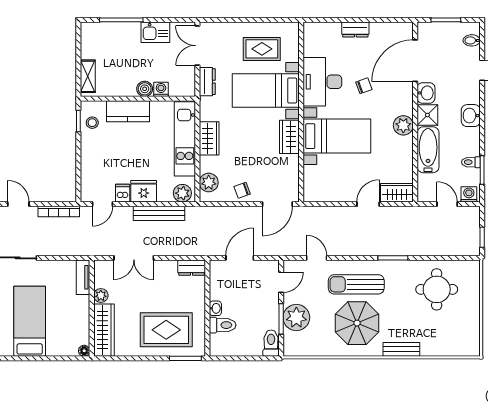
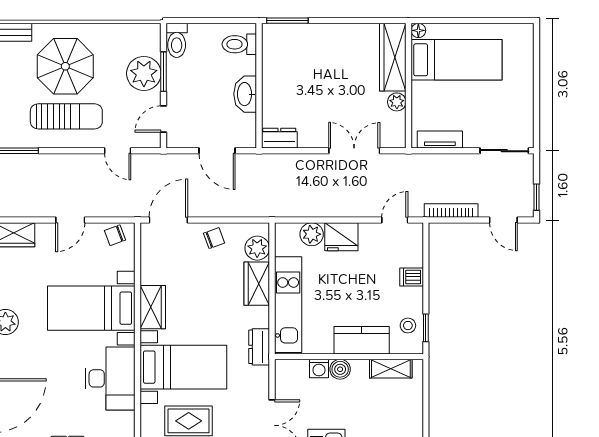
shelving: (88, 76) -> (391, 369), moved, turned 90
dresser: (207, 82) -> (259, 347), moved
chair: (364, 86) -> (115, 235), moved
wardrobe: (209, 138) -> (257, 284), moved
dishwasher: (123, 193) -> (412, 277), moved, turned 90
plant: (182, 193) -> (312, 234), moved
door: (368, 204) -> (70, 220), moved
bench: (159, 213) -> (322, 208), removed
door: (240, 258) -> (217, 151), hinge flipped
tv unit: (83, 277) -> (440, 139), moved, turned -90
washbasin: (215, 308) -> (245, 94), width x1.91, depth x1.45
bed: (30, 321) -> (456, 60), moved, turned -90
toilet: (223, 325) -> (239, 44), moved
rug: (166, 330) -> (312, 58), removed

